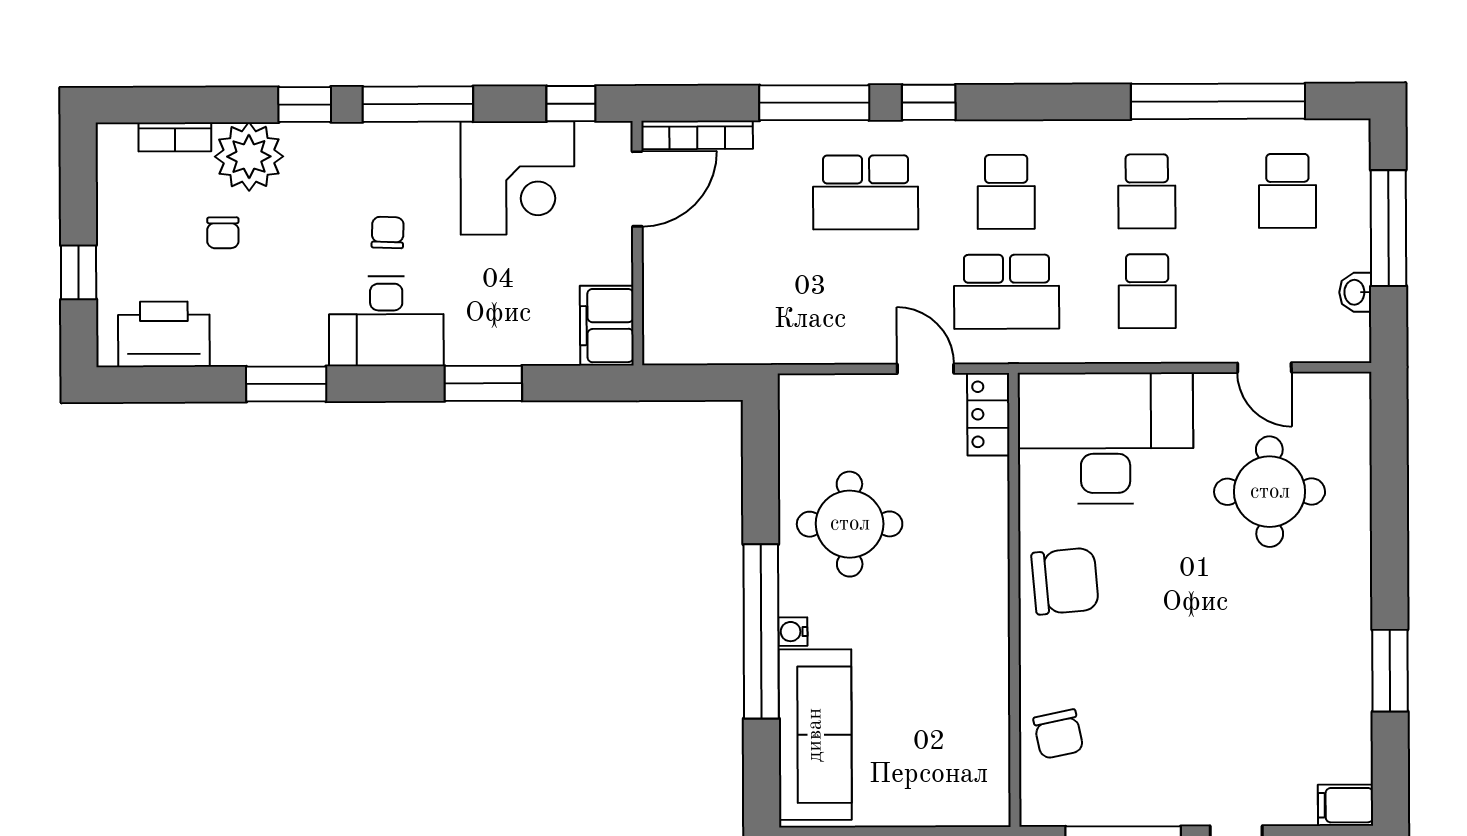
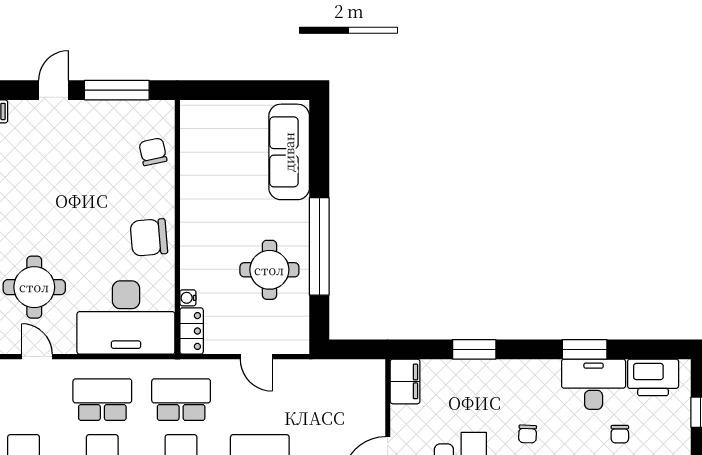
chair: (223, 233) -> (620, 434), turned 180
school desk: (1147, 291) -> (102, 400), width x1.85
desk: (386, 321) -> (594, 384), moved
door: (925, 369) -> (256, 357), moved
window: (761, 631) -> (319, 246), moved
water cooler: (793, 632) -> (188, 298), moved, turned 180

